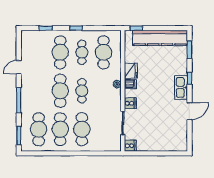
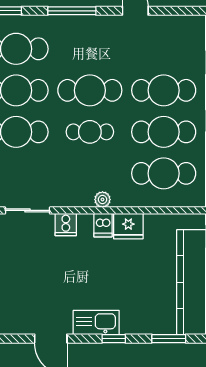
cafe table: (82, 52) -> (164, 132), width x1.37, depth x1.35

